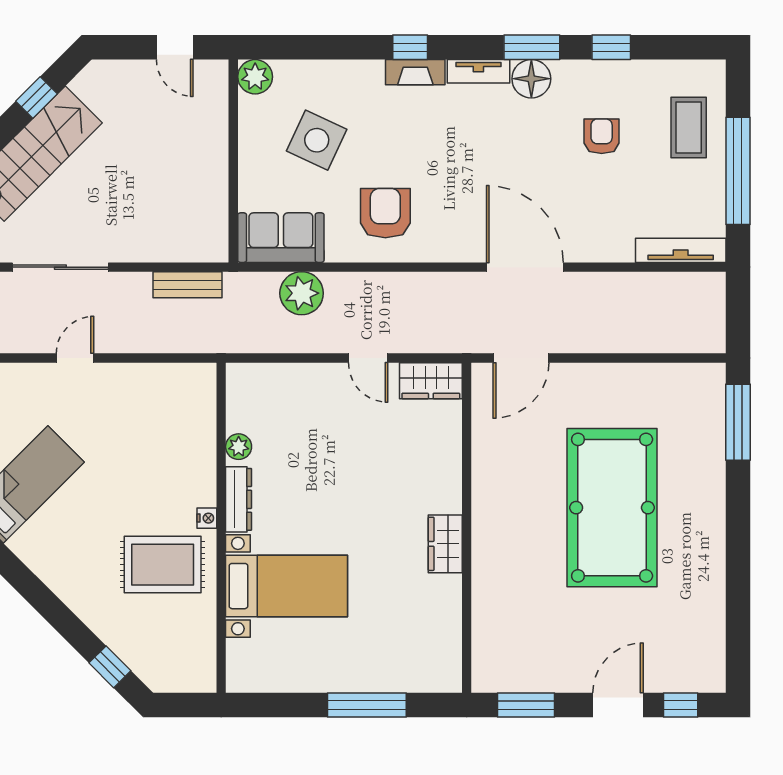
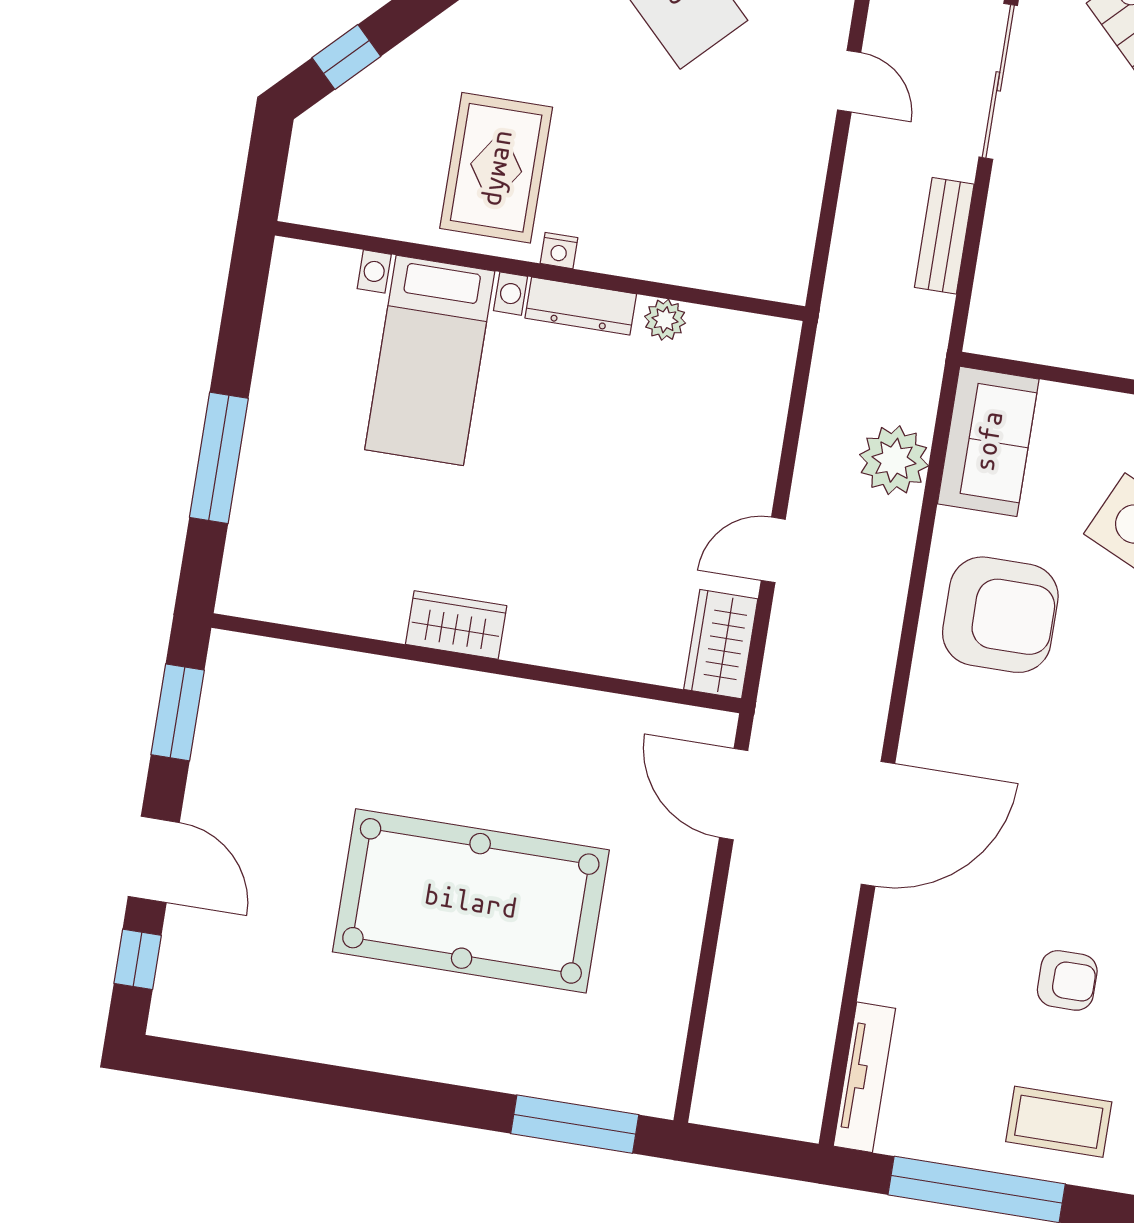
armchair: (385, 213) -> (1000, 615), width x1.36, depth x1.36
bench: (188, 285) -> (944, 236), moved

